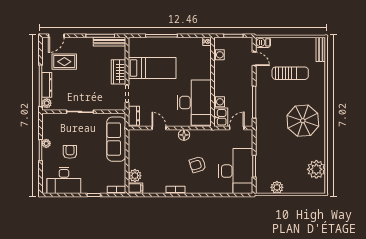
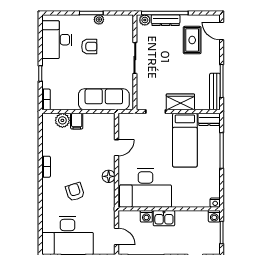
washing machine: (219, 55) -> (214, 216), moved
dresser: (134, 116) -> (209, 119), moved
kitchen sink: (221, 117) -> (164, 218), moved
filing cabinet: (136, 188) -> (77, 121), moved

